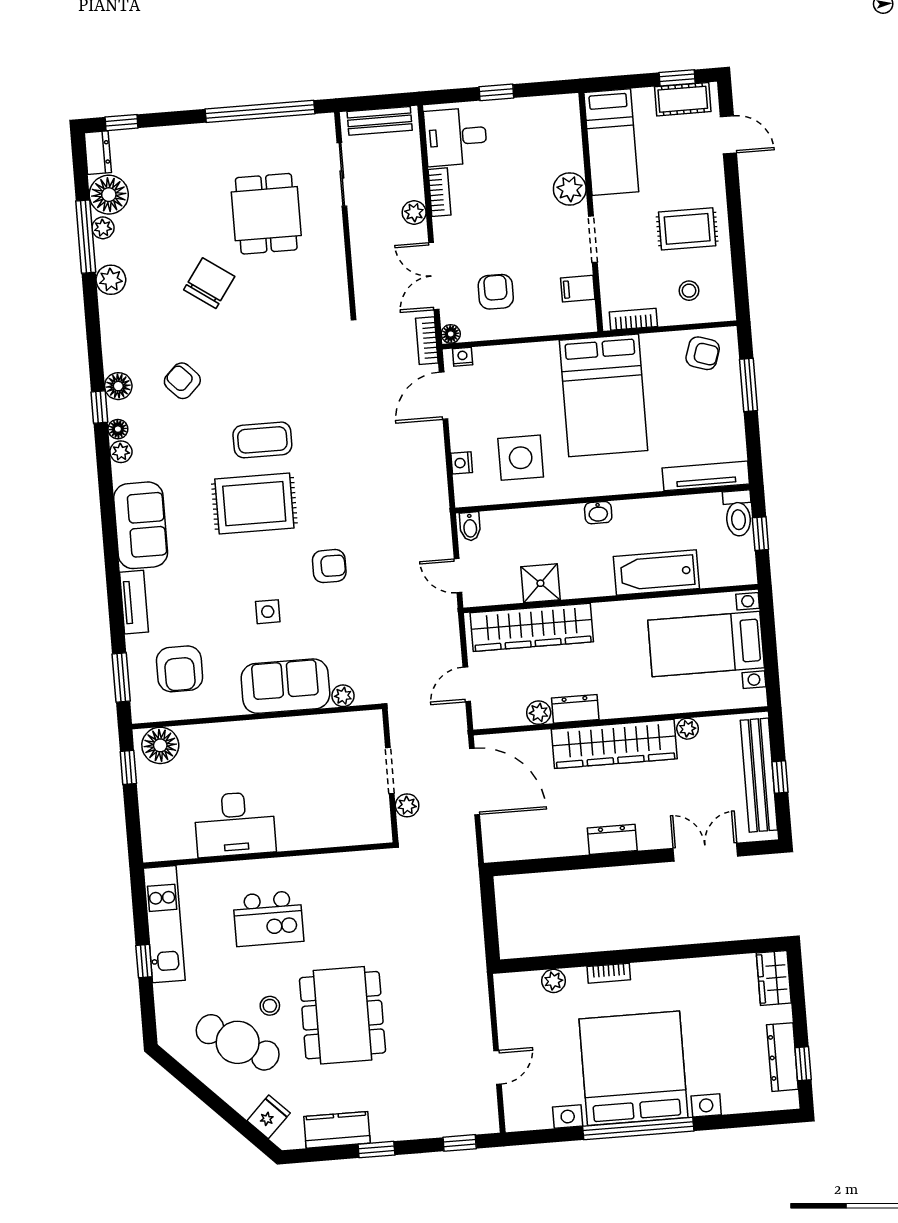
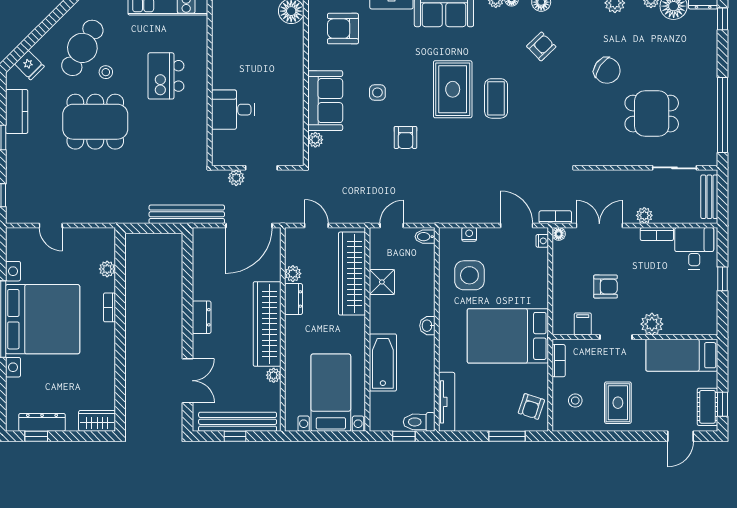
armchair: (496, 292) -> (606, 287), moved
desk: (235, 824) -> (233, 110), moved, width x0.73
bench: (465, 873) -> (187, 214), added

